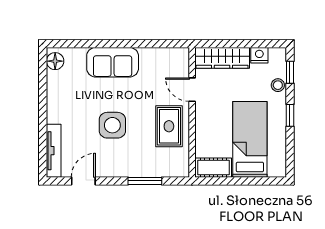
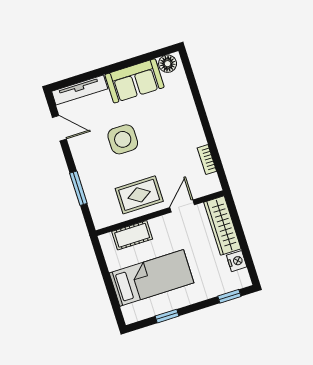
bookcase: (156, 53) -> (207, 160), added
sofa: (113, 62) -> (135, 81), moved, turned -90
stool: (278, 85) -> (213, 288), removed
window: (290, 115) -> (167, 316), moved
cot: (214, 168) -> (132, 235), moved, turned 90

